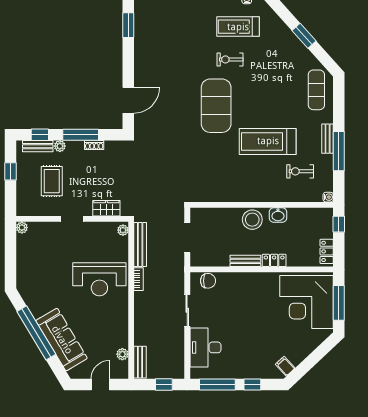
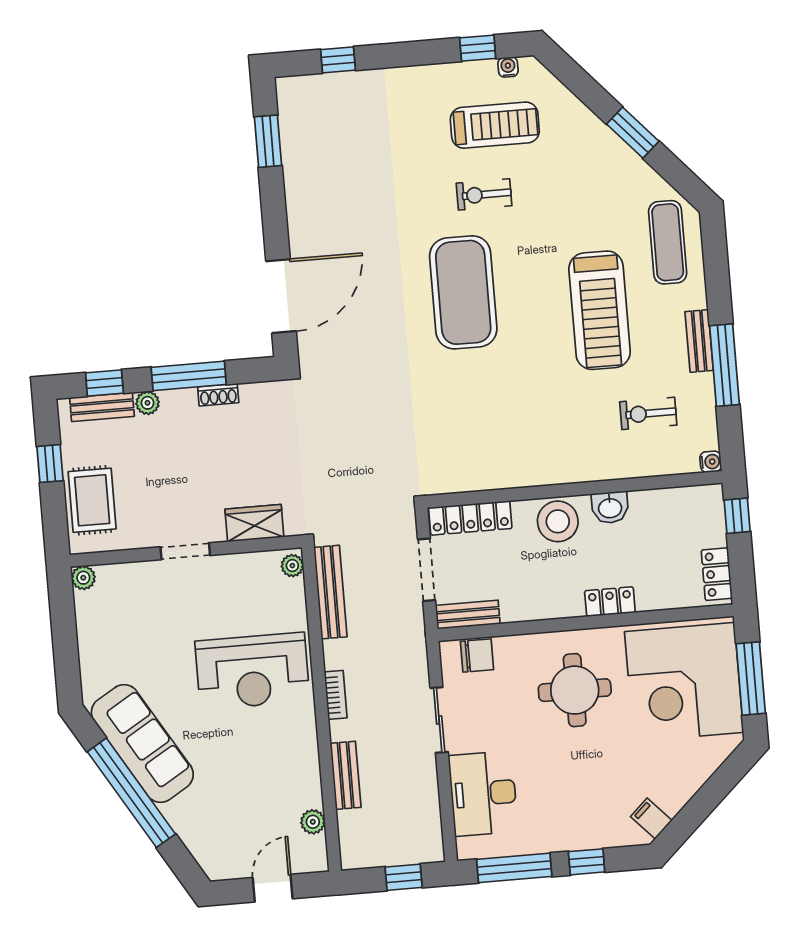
treadmill: (238, 27) -> (495, 125), turned 180
door: (128, 100) -> (281, 296), width x1.36
treadmill: (268, 141) -> (600, 310), moved, turned -90
rug: (52, 181) -> (92, 500), moved
locker: (210, 214) -> (470, 518), added
bench: (245, 261) -> (468, 615), moved
bookcase: (139, 279) -> (336, 695), moved
round table: (254, 301) -> (575, 690), added
sofa: (62, 340) -> (142, 743), moved
bench: (140, 362) -> (346, 775), moved

